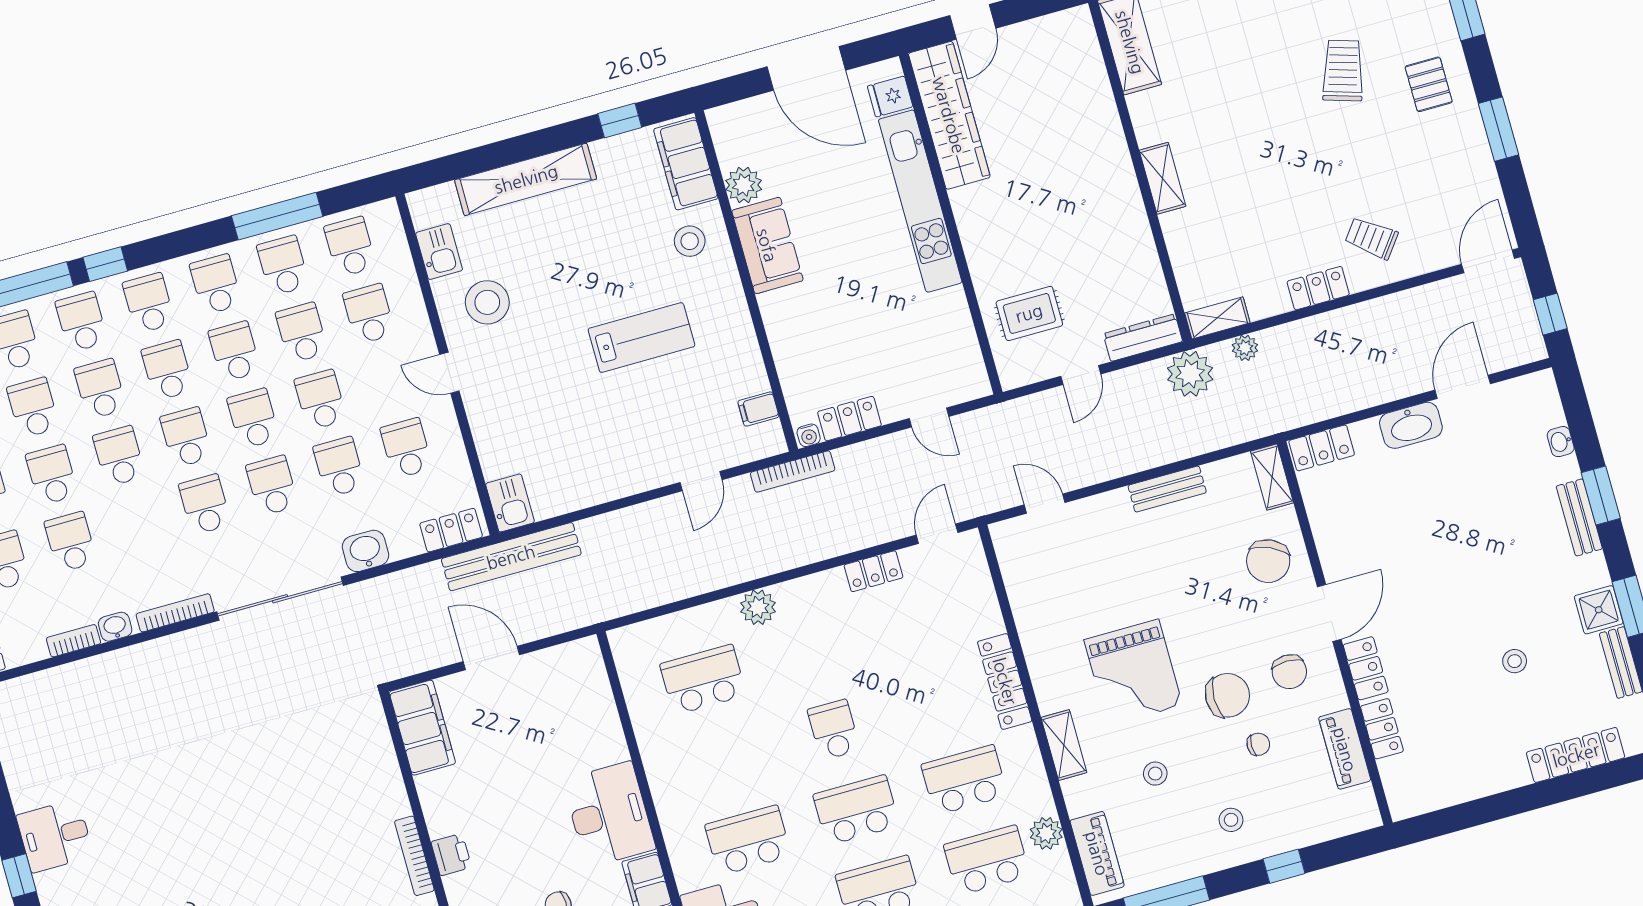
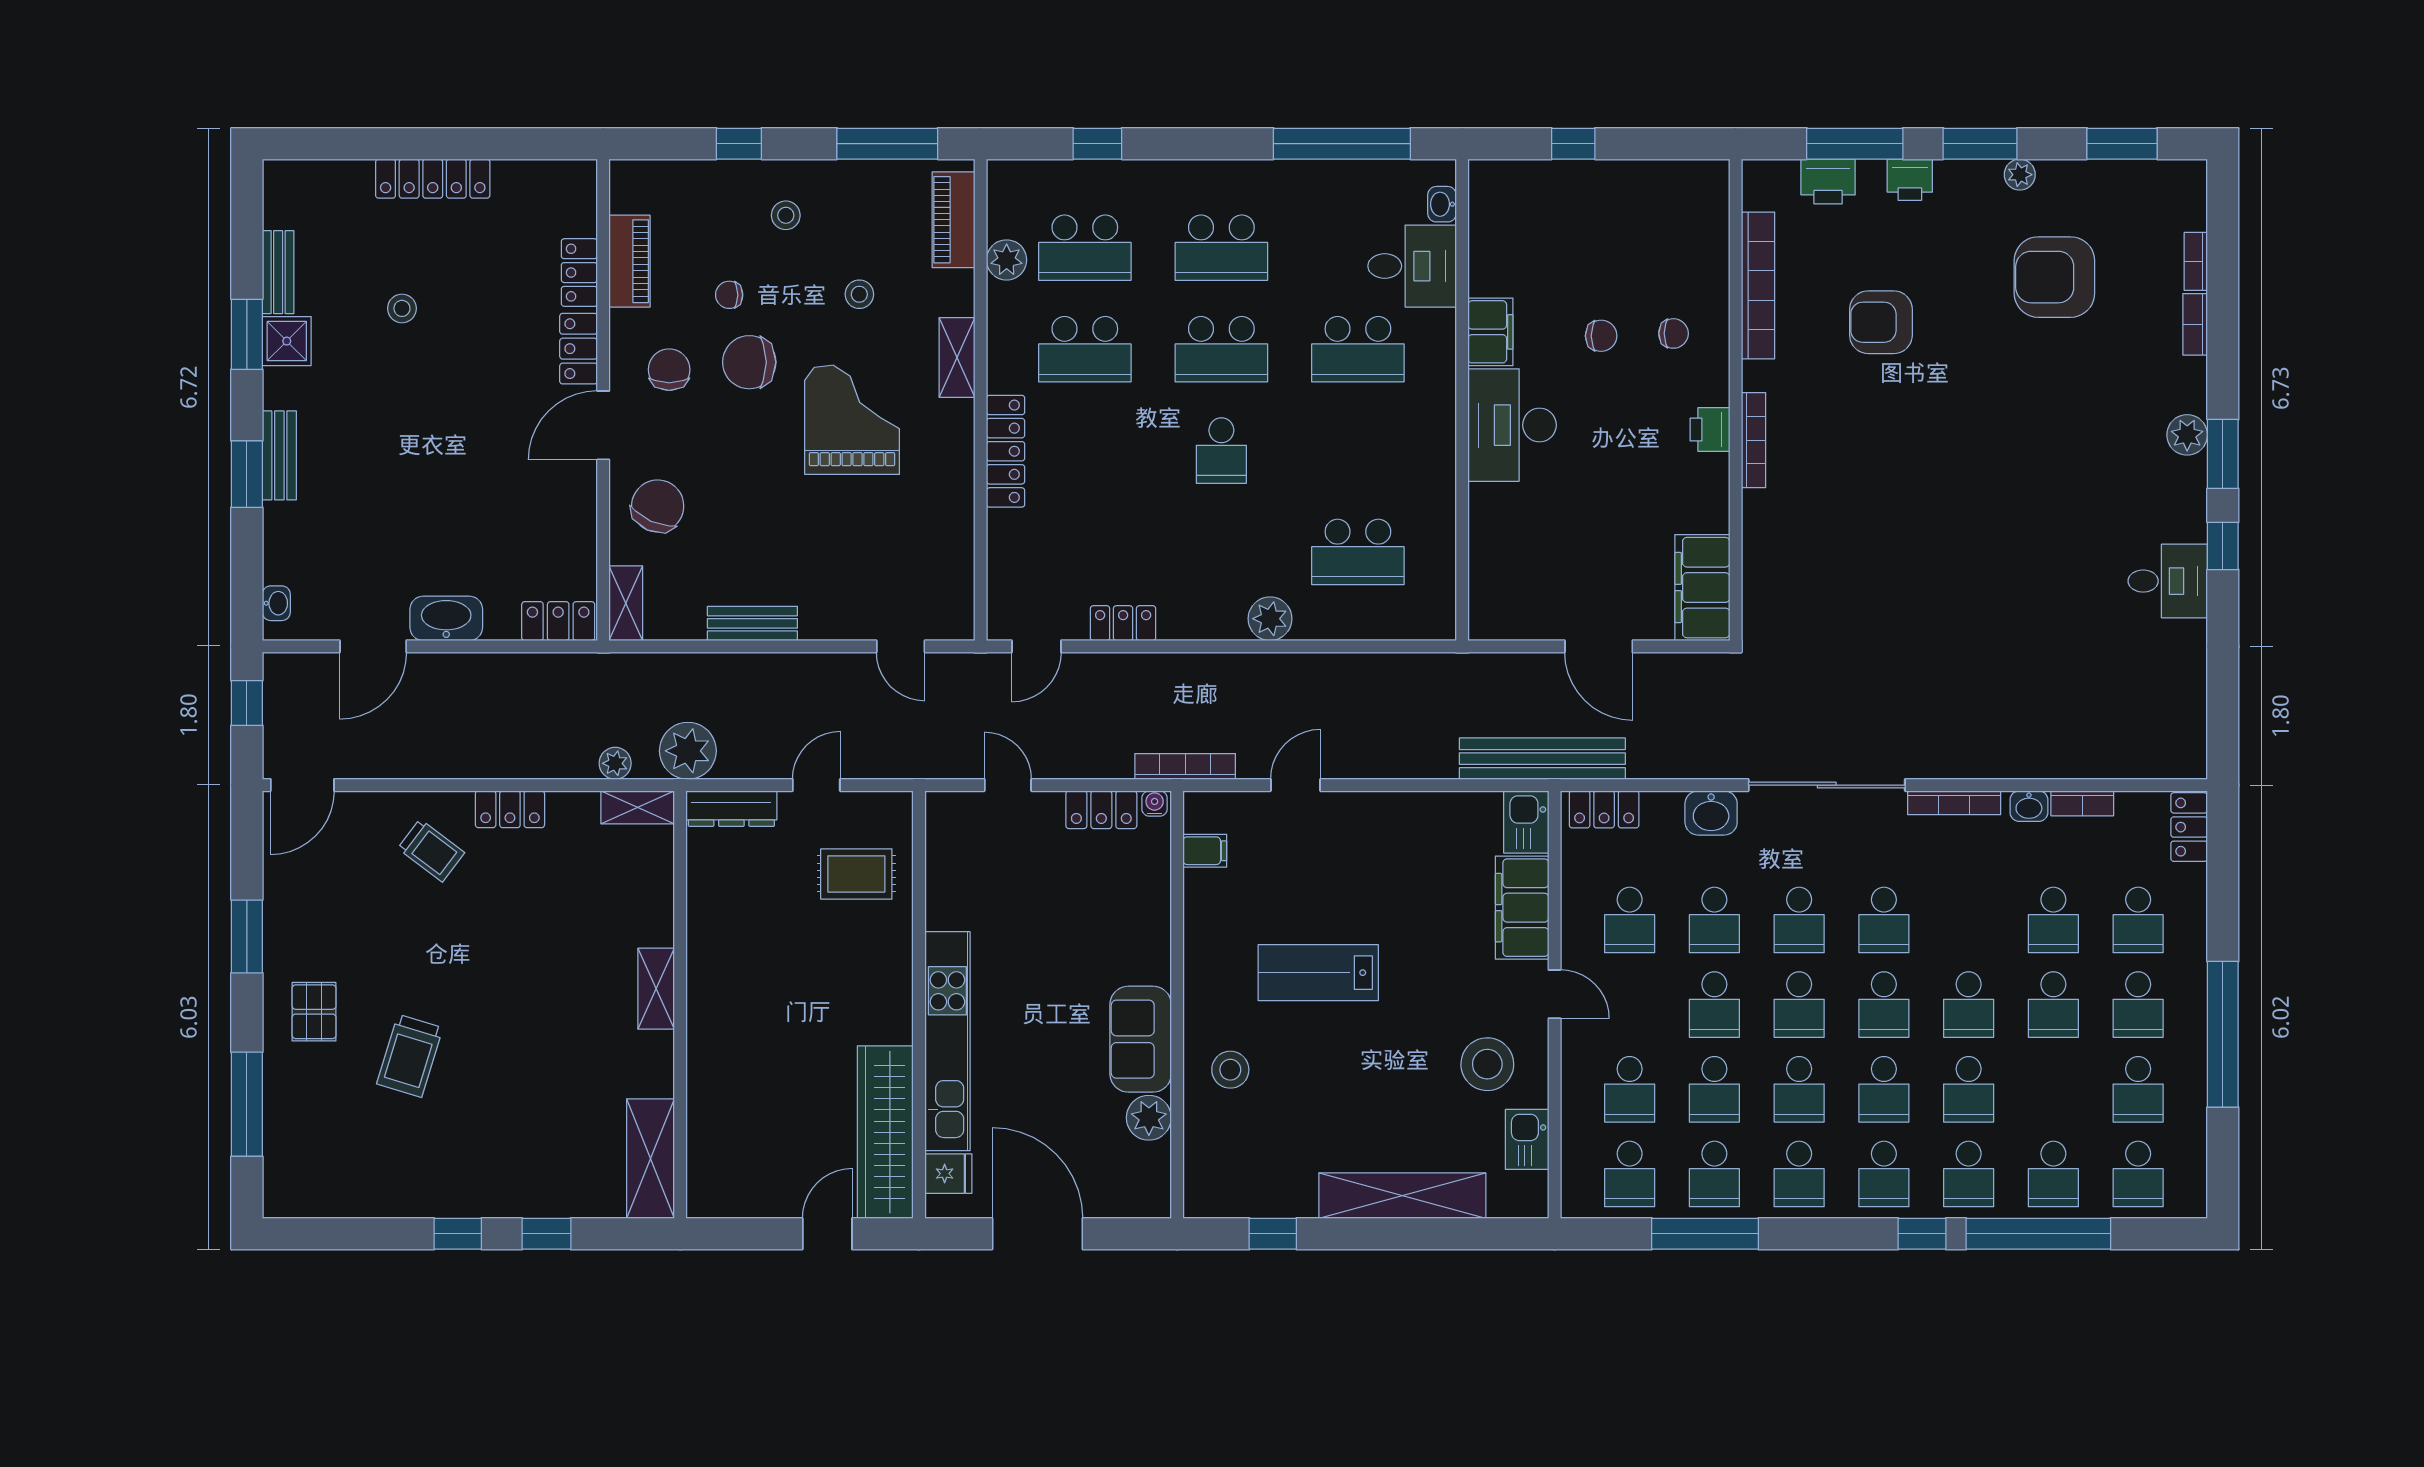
filing cabinet: (686, 164) -> (1522, 908), moved, turned 180
school desk: (33, 408) -> (2053, 1089), removed
washbasin: (1561, 442) -> (276, 603), moved
locker: (1576, 755) -> (433, 179), moved

